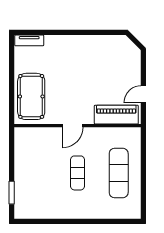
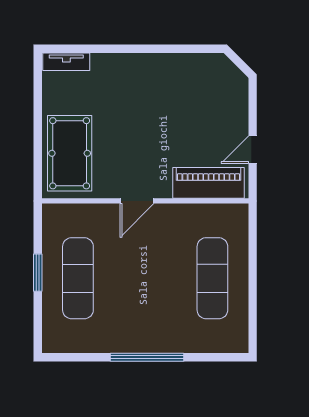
exercise mat: (78, 173) -> (78, 278), moved, width x1.36, depth x1.45
window: (12, 193) -> (38, 273), moved
window: (79, 221) -> (147, 357), added

